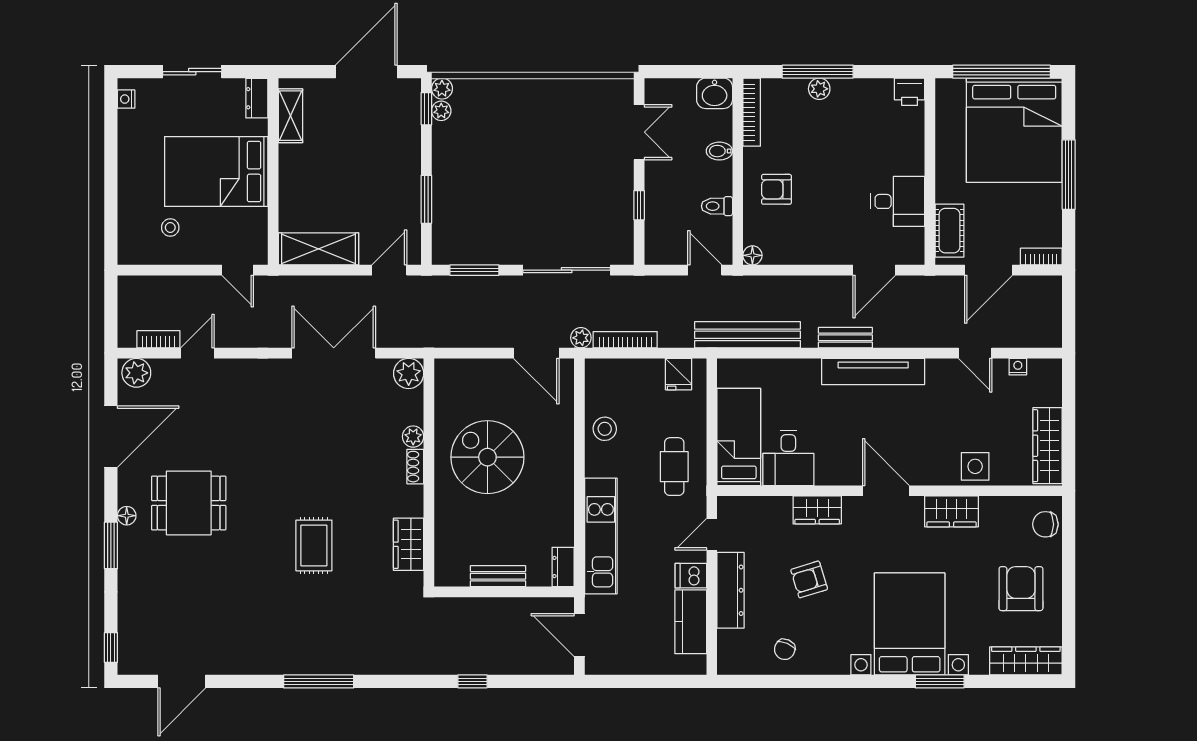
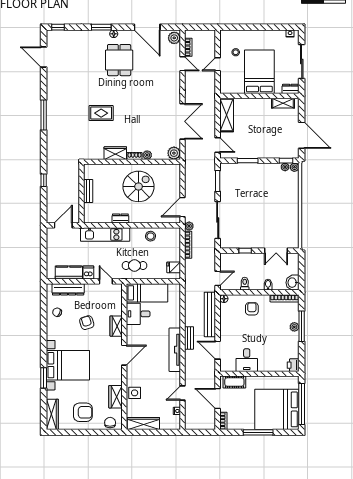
sliding door: (192, 72) -> (302, 62), width x1.37
door: (238, 270) -> (218, 64), moved
bench: (748, 335) -> (210, 314), moved
wardrobe: (952, 511) -> (116, 397), moved
wardrobe: (409, 544) -> (115, 153), moved
dresser: (563, 567) -> (120, 219), moved
dresser: (731, 590) -> (68, 289), moved

